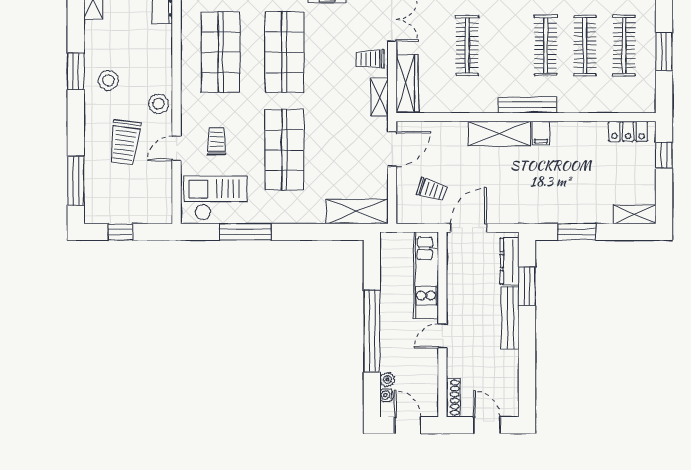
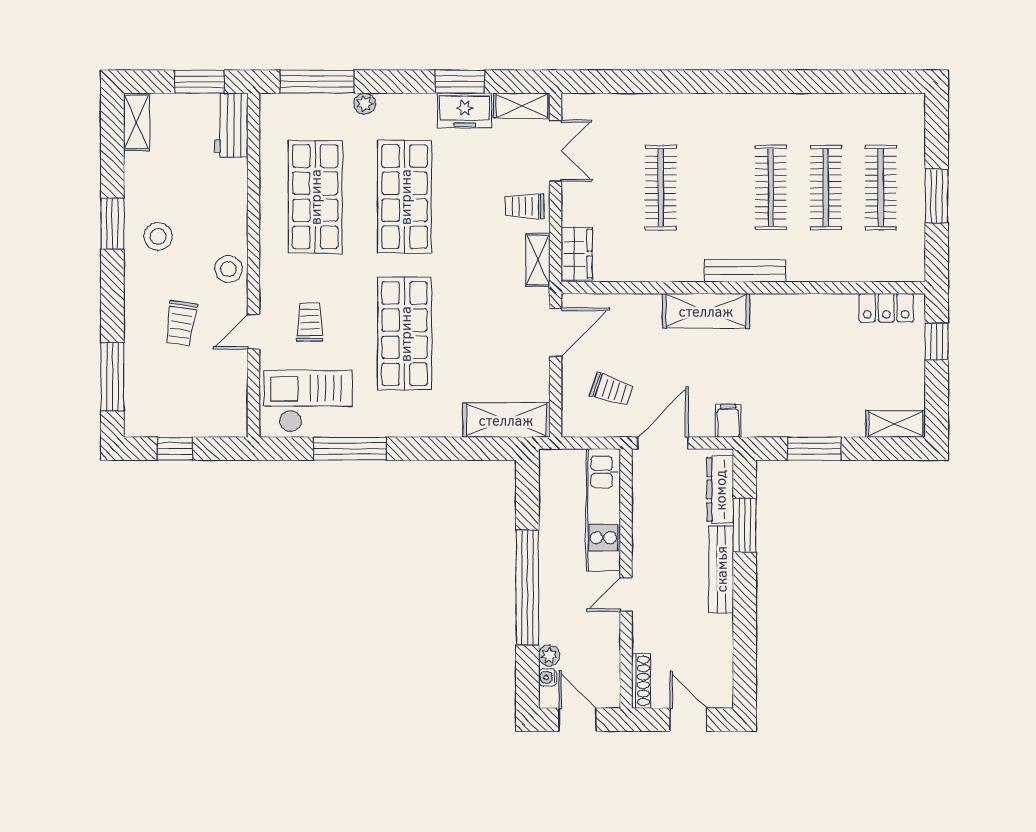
wardrobe: (407, 83) -> (577, 254), width x0.67
filing cabinet: (541, 133) -> (728, 421), moved, turned 180
trolley: (125, 142) -> (181, 323), width x0.73, depth x0.72

